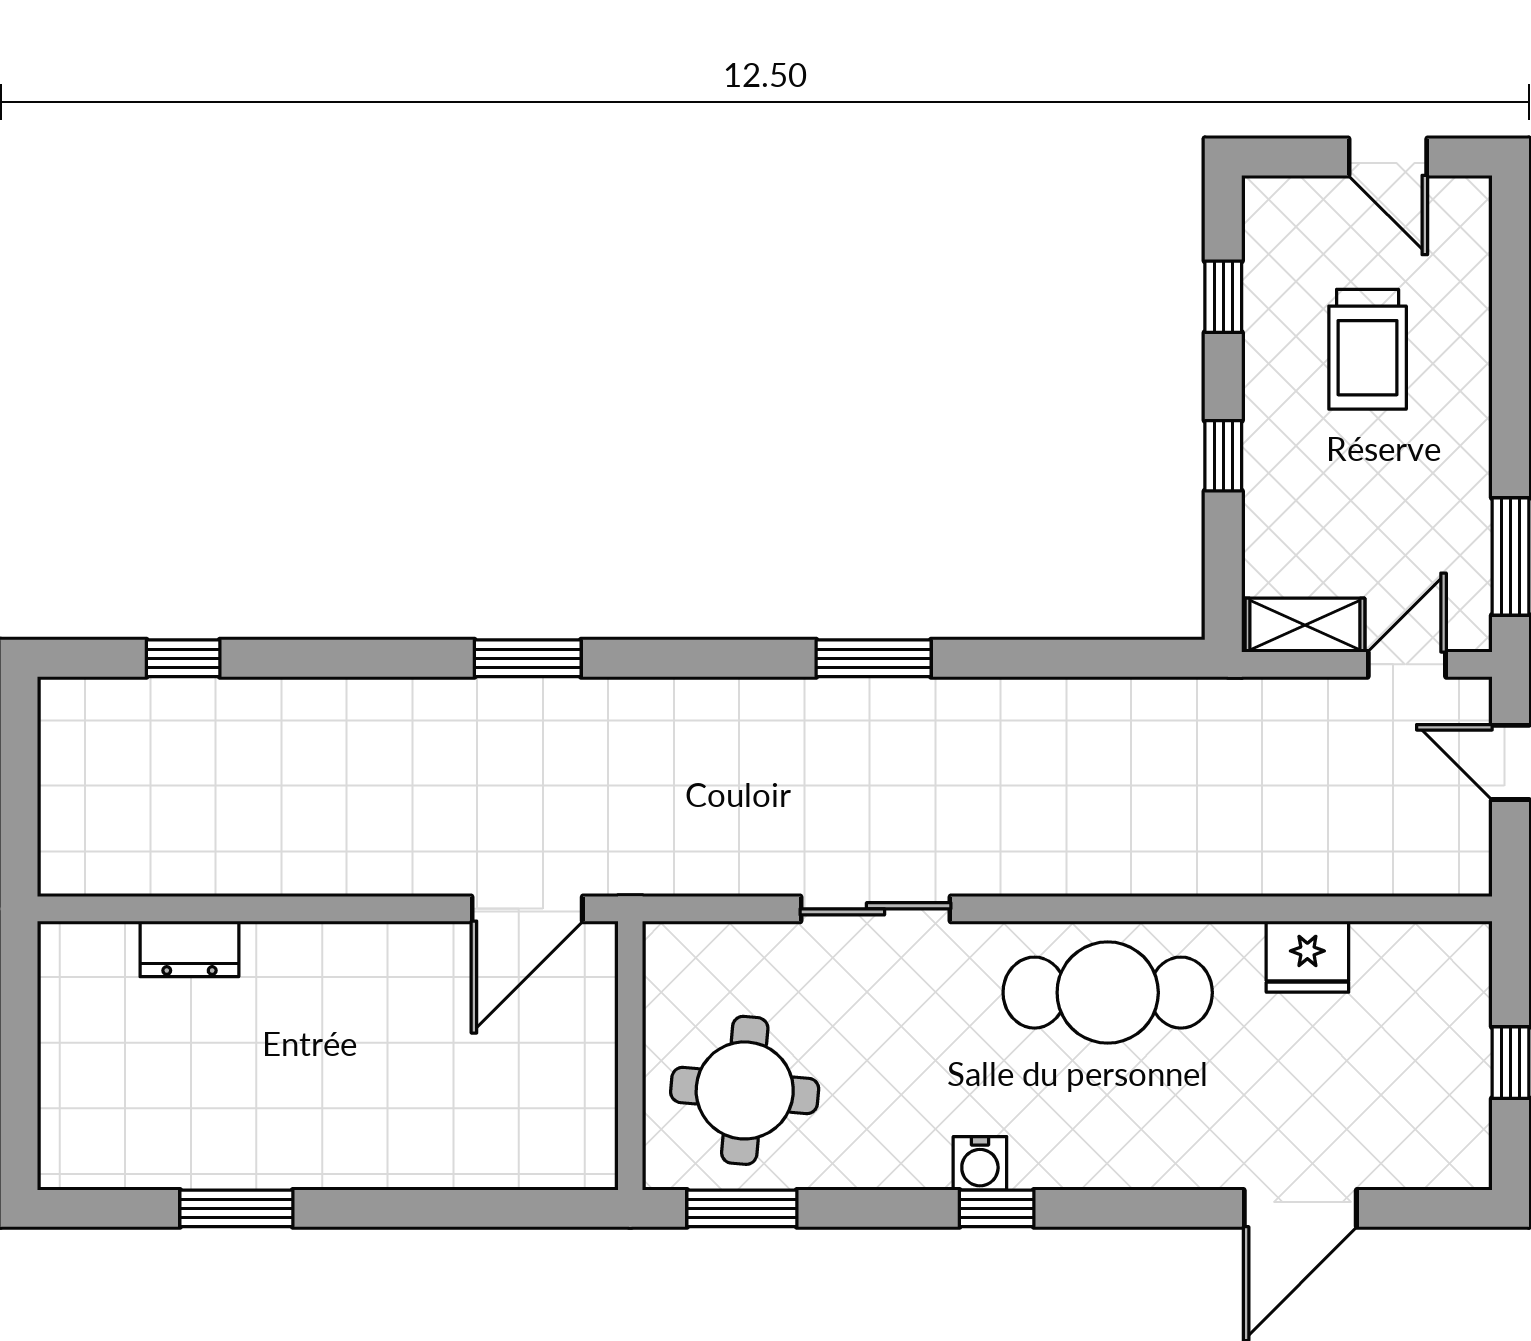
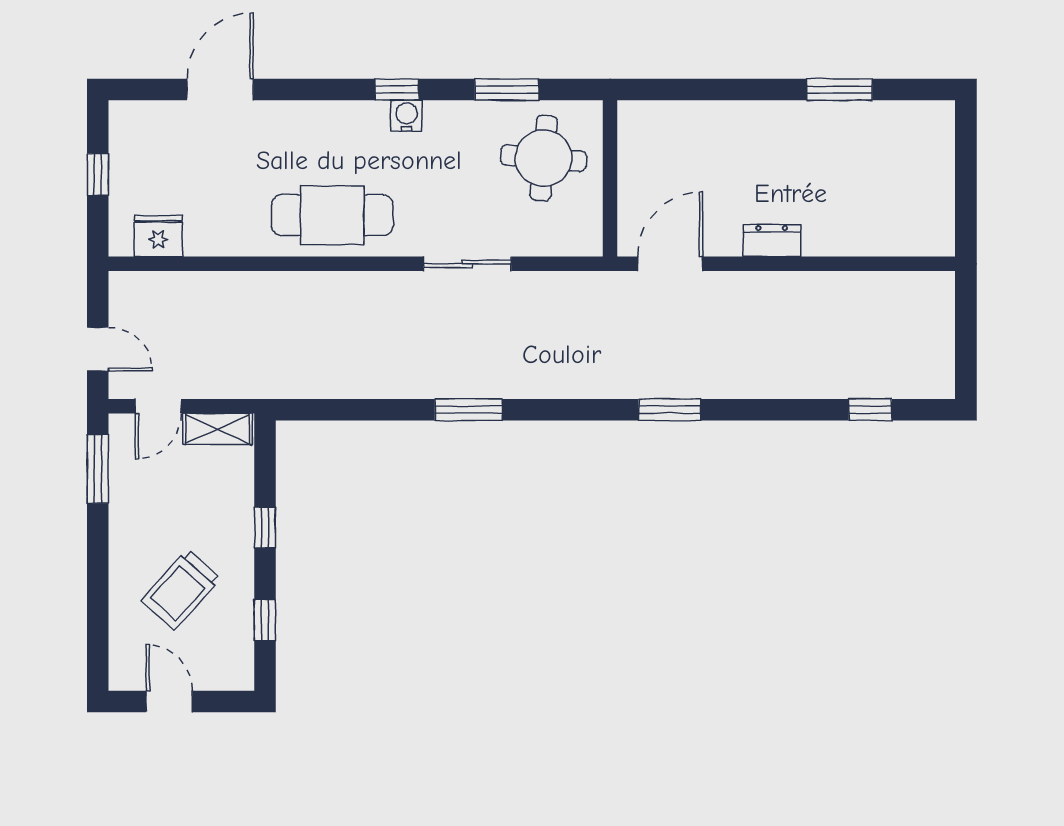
trolley: (1368, 349) -> (181, 590), turned -138
dresser: (189, 949) -> (772, 241), moved
fridge: (1307, 957) -> (158, 236), moved
window: (742, 1208) -> (507, 90), moved

